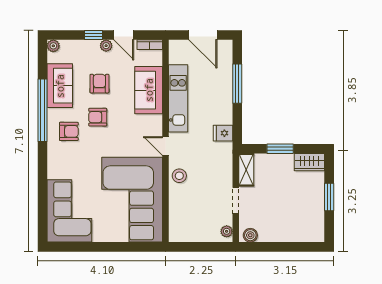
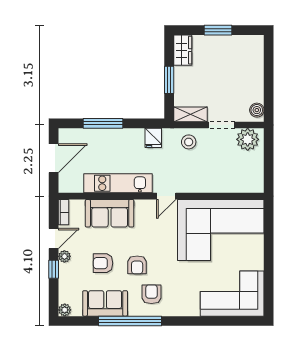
stool: (179, 176) -> (189, 142), moved
plant: (227, 231) -> (248, 139), width x1.87, depth x1.87

